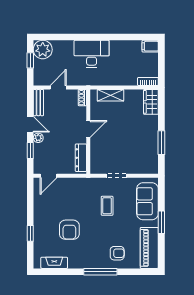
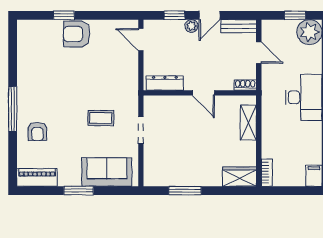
armchair: (69, 230) -> (77, 34), moved
piano: (149, 248) -> (37, 177), width x0.73, depth x0.75
fireplace: (54, 263) -> (24, 47), removed

